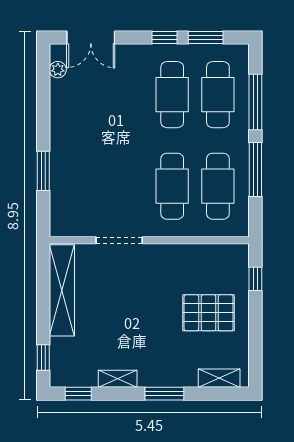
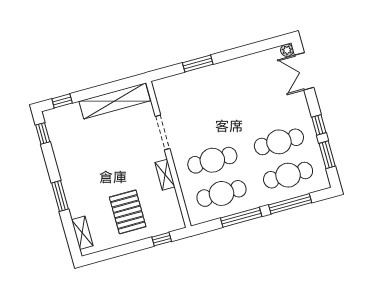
plant: (58, 70) -> (287, 50), moved
shelving: (118, 379) -> (165, 175), moved

